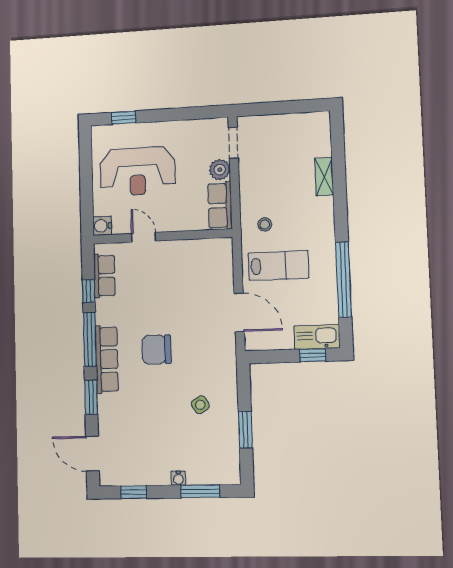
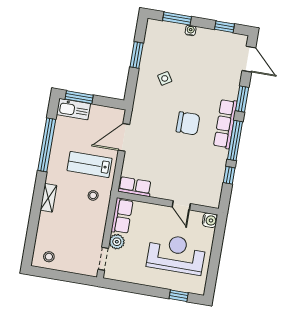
stool: (308, 129) -> (49, 257), added
shelving: (324, 177) -> (48, 198), moved
row of seats: (104, 276) -> (135, 187), moved, turned 90
door: (239, 312) -> (124, 137), hinge flipped
window: (313, 355) -> (79, 97), width x1.50

